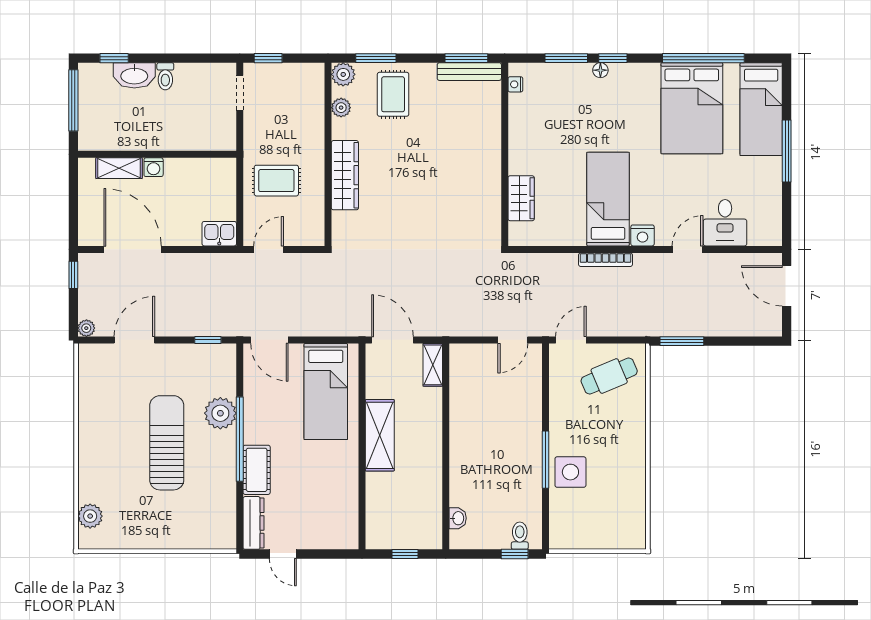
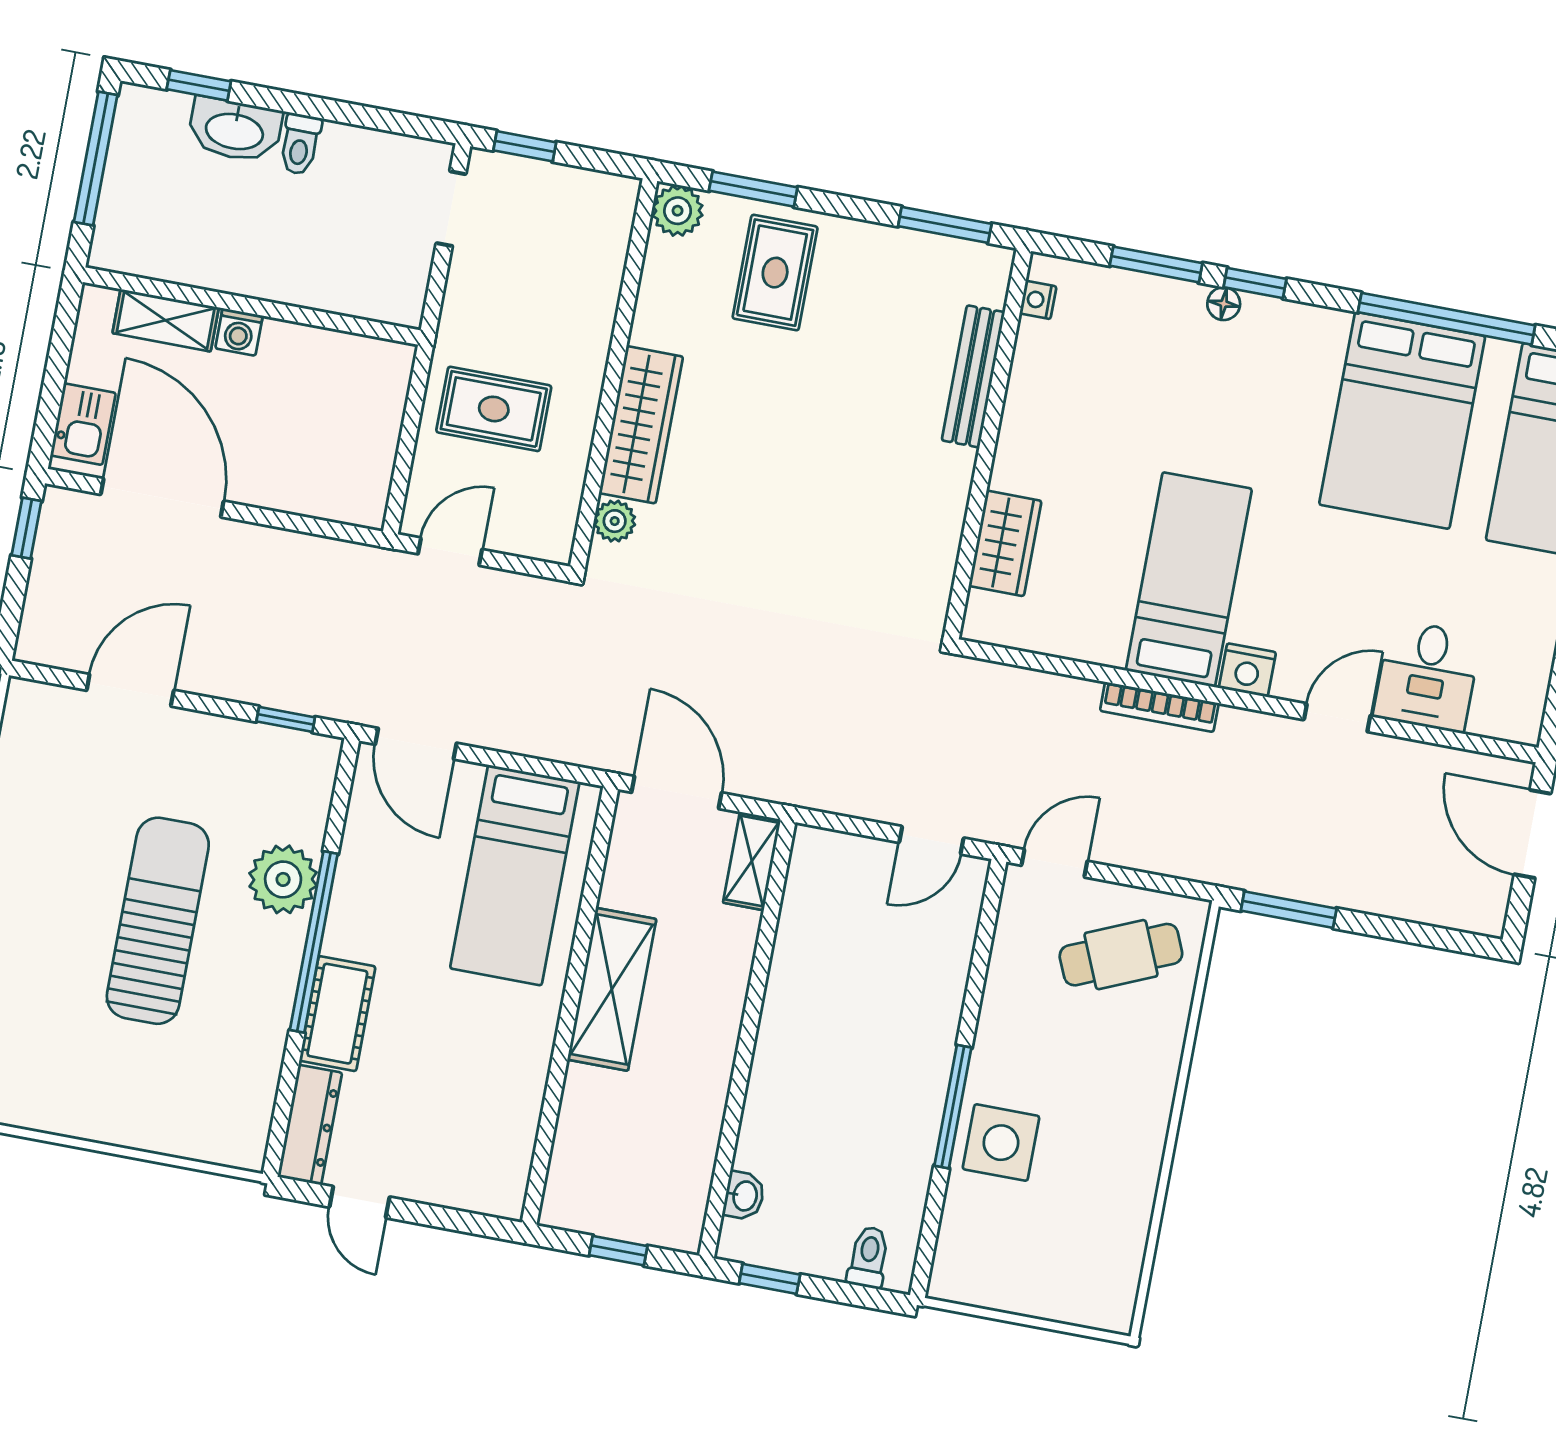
bench: (469, 72) -> (973, 376), moved, turned 90
plant: (341, 108) -> (615, 521), moved
kitchen sink: (219, 234) -> (83, 424), moved, turned 90
plant: (86, 328) -> (33, 646), removed
window: (515, 554) -> (770, 1279), moved

